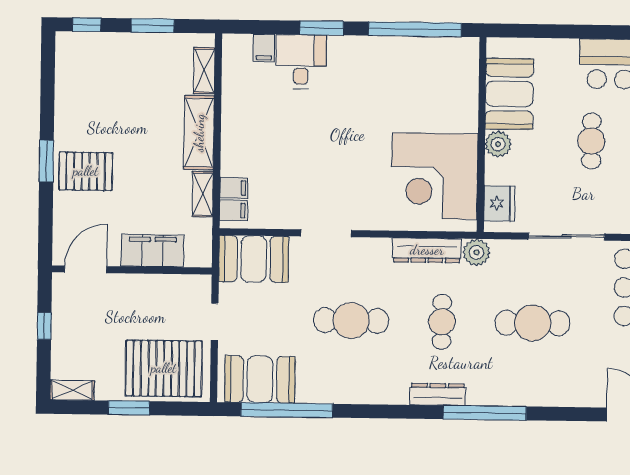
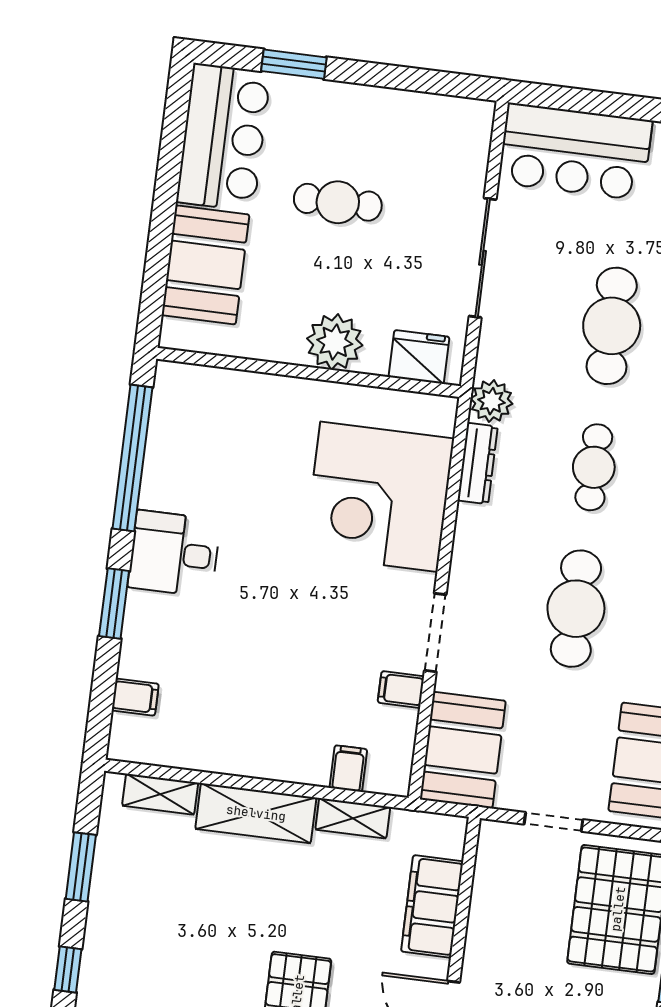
desk: (301, 62) -> (174, 554), moved
booth: (509, 94) -> (206, 265), moved, turned 90
plant: (498, 144) -> (335, 342), width x1.36, depth x1.36
corner desk: (435, 176) -> (379, 497), moved, turned 90
filing cabinet: (233, 210) -> (401, 689), moved, turned -90
dresser: (427, 250) -> (478, 463), width x0.73, depth x0.80
cafe table: (442, 322) -> (594, 467), turned 90

